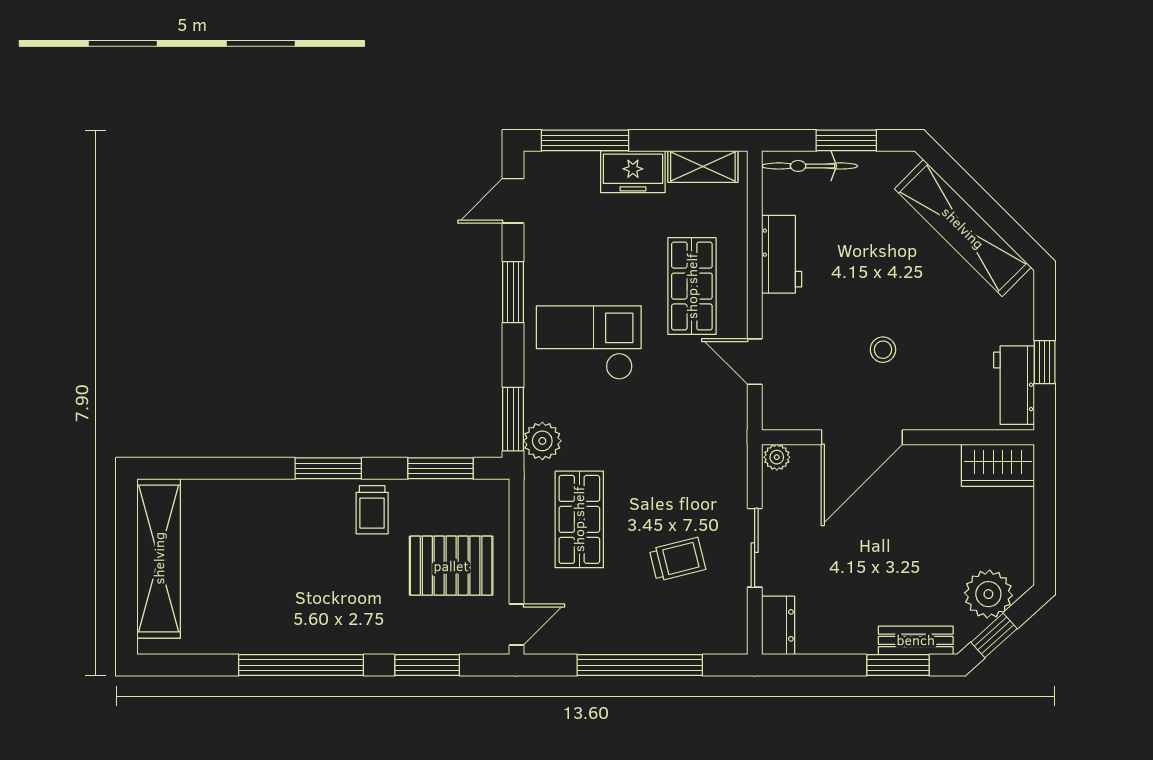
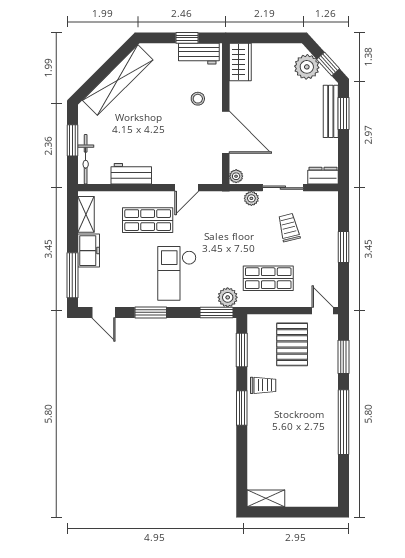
stool: (883, 350) -> (198, 99), moved
plant: (734, 487) -> (251, 198), added
shelving: (159, 558) -> (266, 498), width x0.45, depth x0.75
bench: (916, 640) -> (331, 111), width x1.36
window: (640, 665) -> (343, 247), width x0.47

